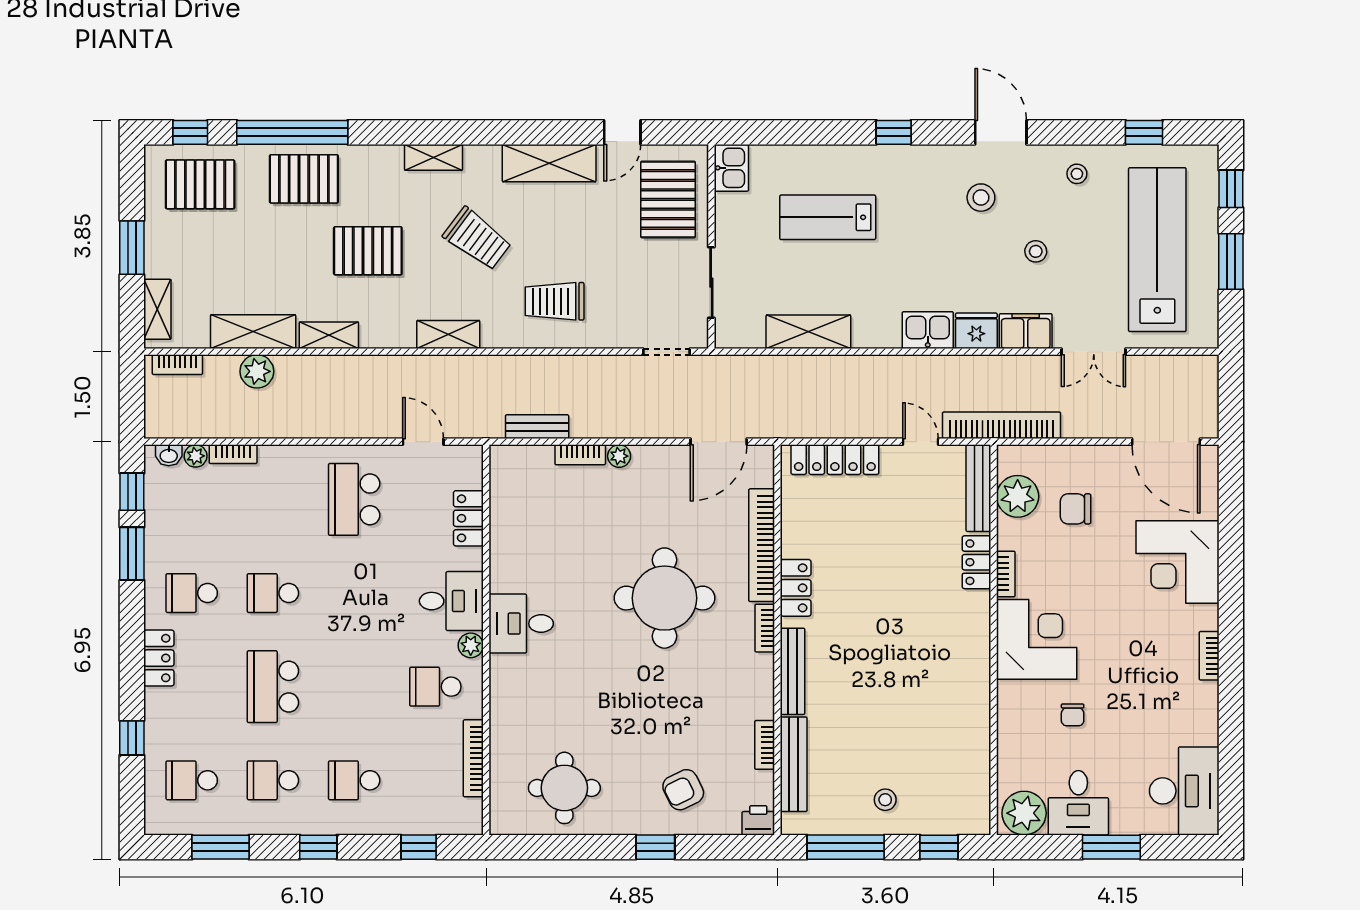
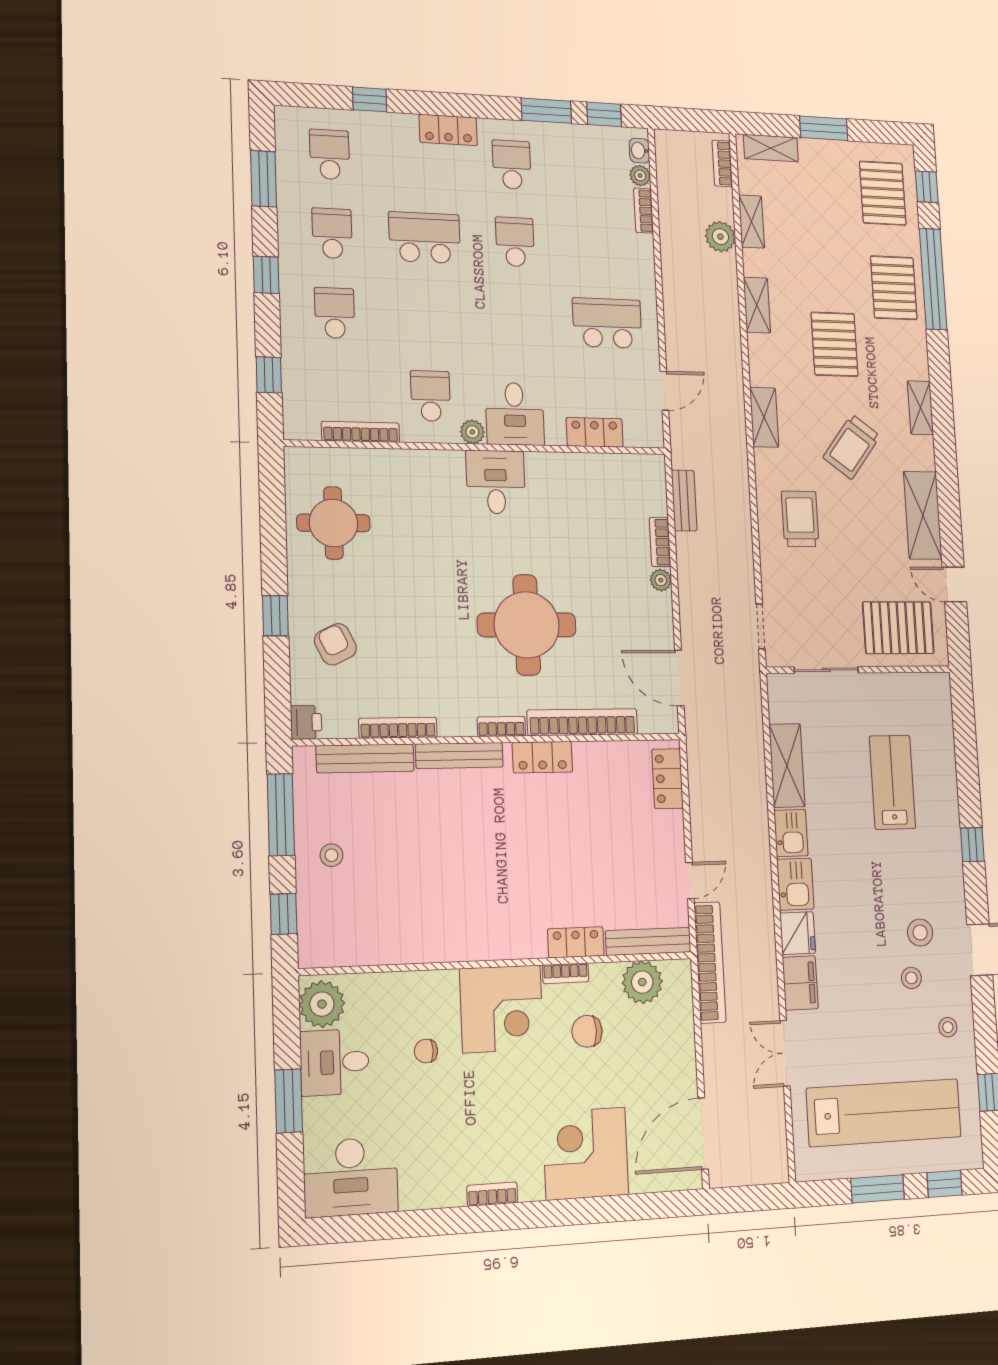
kitchen sink: (731, 168) -> (791, 833), moved, turned -90
stool: (1036, 251) -> (911, 978), moved
shelving: (253, 332) -> (751, 222), width x0.67, depth x0.75
locker: (835, 460) -> (667, 779), width x0.66
chair: (1076, 509) -> (587, 1031), moved, turned -90
bookcase: (765, 745) -> (398, 728), width x1.56

